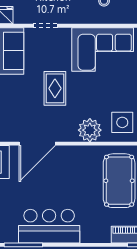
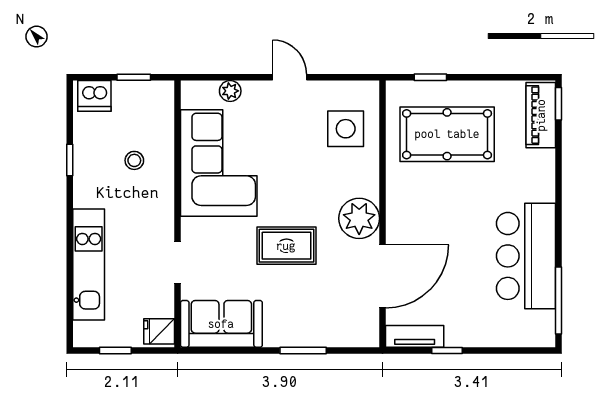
plant: (90, 130) -> (359, 218), moved
door: (37, 144) -> (383, 276), hinge flipped

